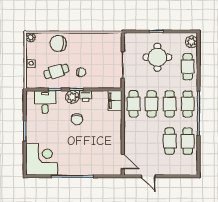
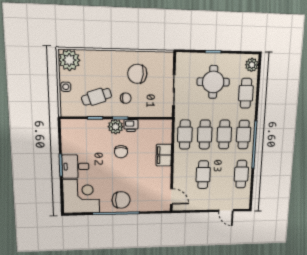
plant: (31, 37) -> (69, 60), width x1.87, depth x1.87
chair: (58, 43) -> (137, 74), moved
filing cabinet: (115, 101) -> (164, 155), moved
desk: (45, 102) -> (75, 166), moved, turned -90
cafe table: (170, 141) -> (203, 175), moved
chair: (77, 164) -> (121, 200), added
door: (148, 176) -> (226, 211), moved

